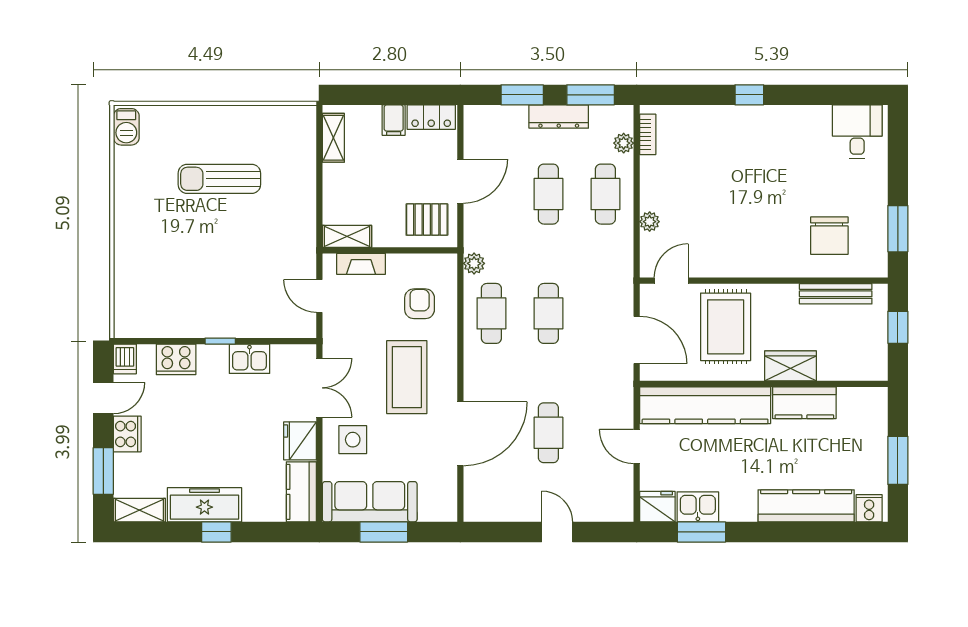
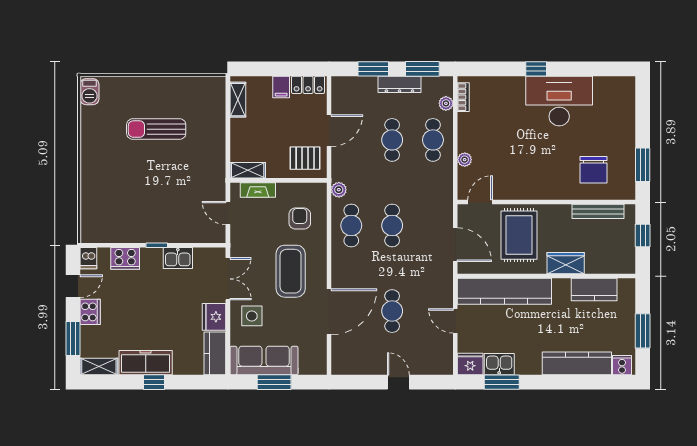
desk: (857, 132) -> (559, 101), moved, width x1.87, depth x1.30
kitchen counter: (804, 403) -> (594, 290), moved

